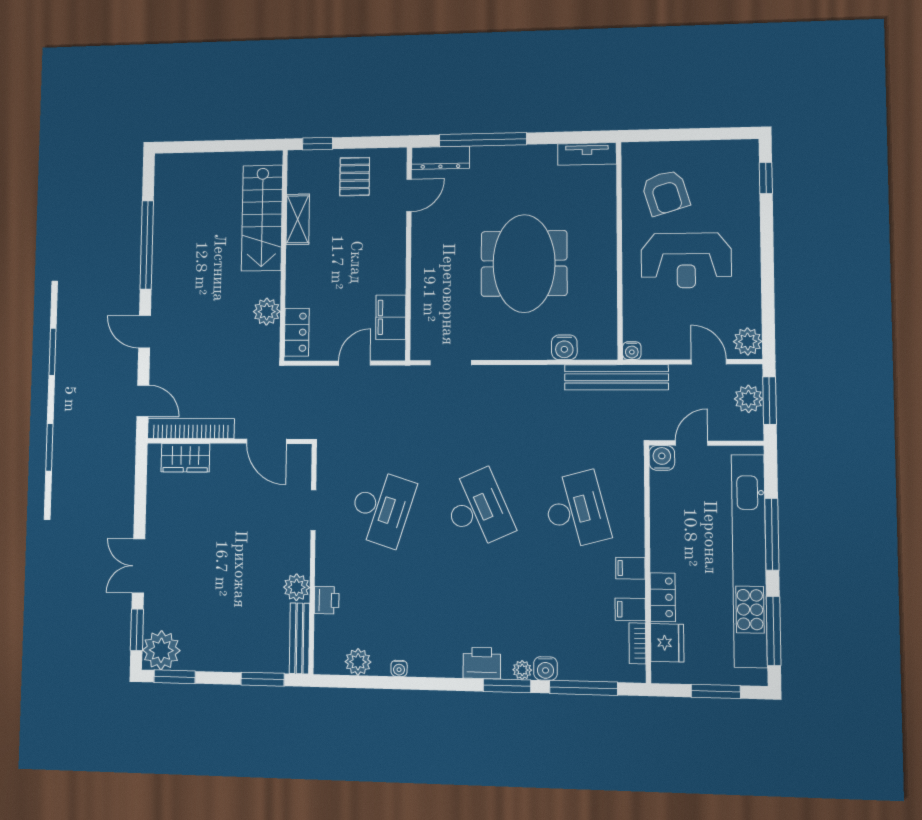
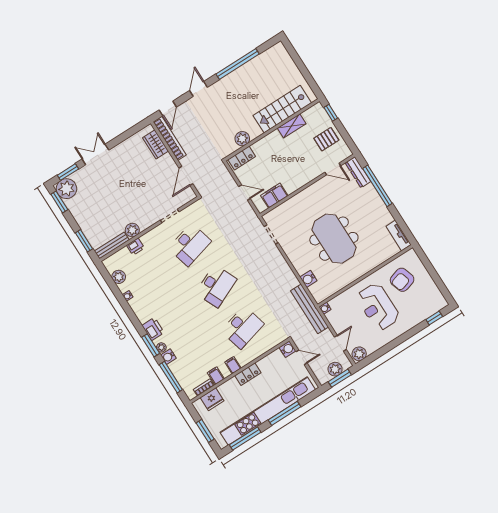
meeting table: (524, 263) -> (334, 239), turned 90
desk: (381, 508) -> (190, 245), turned -33
locker: (663, 597) -> (248, 374), moved

